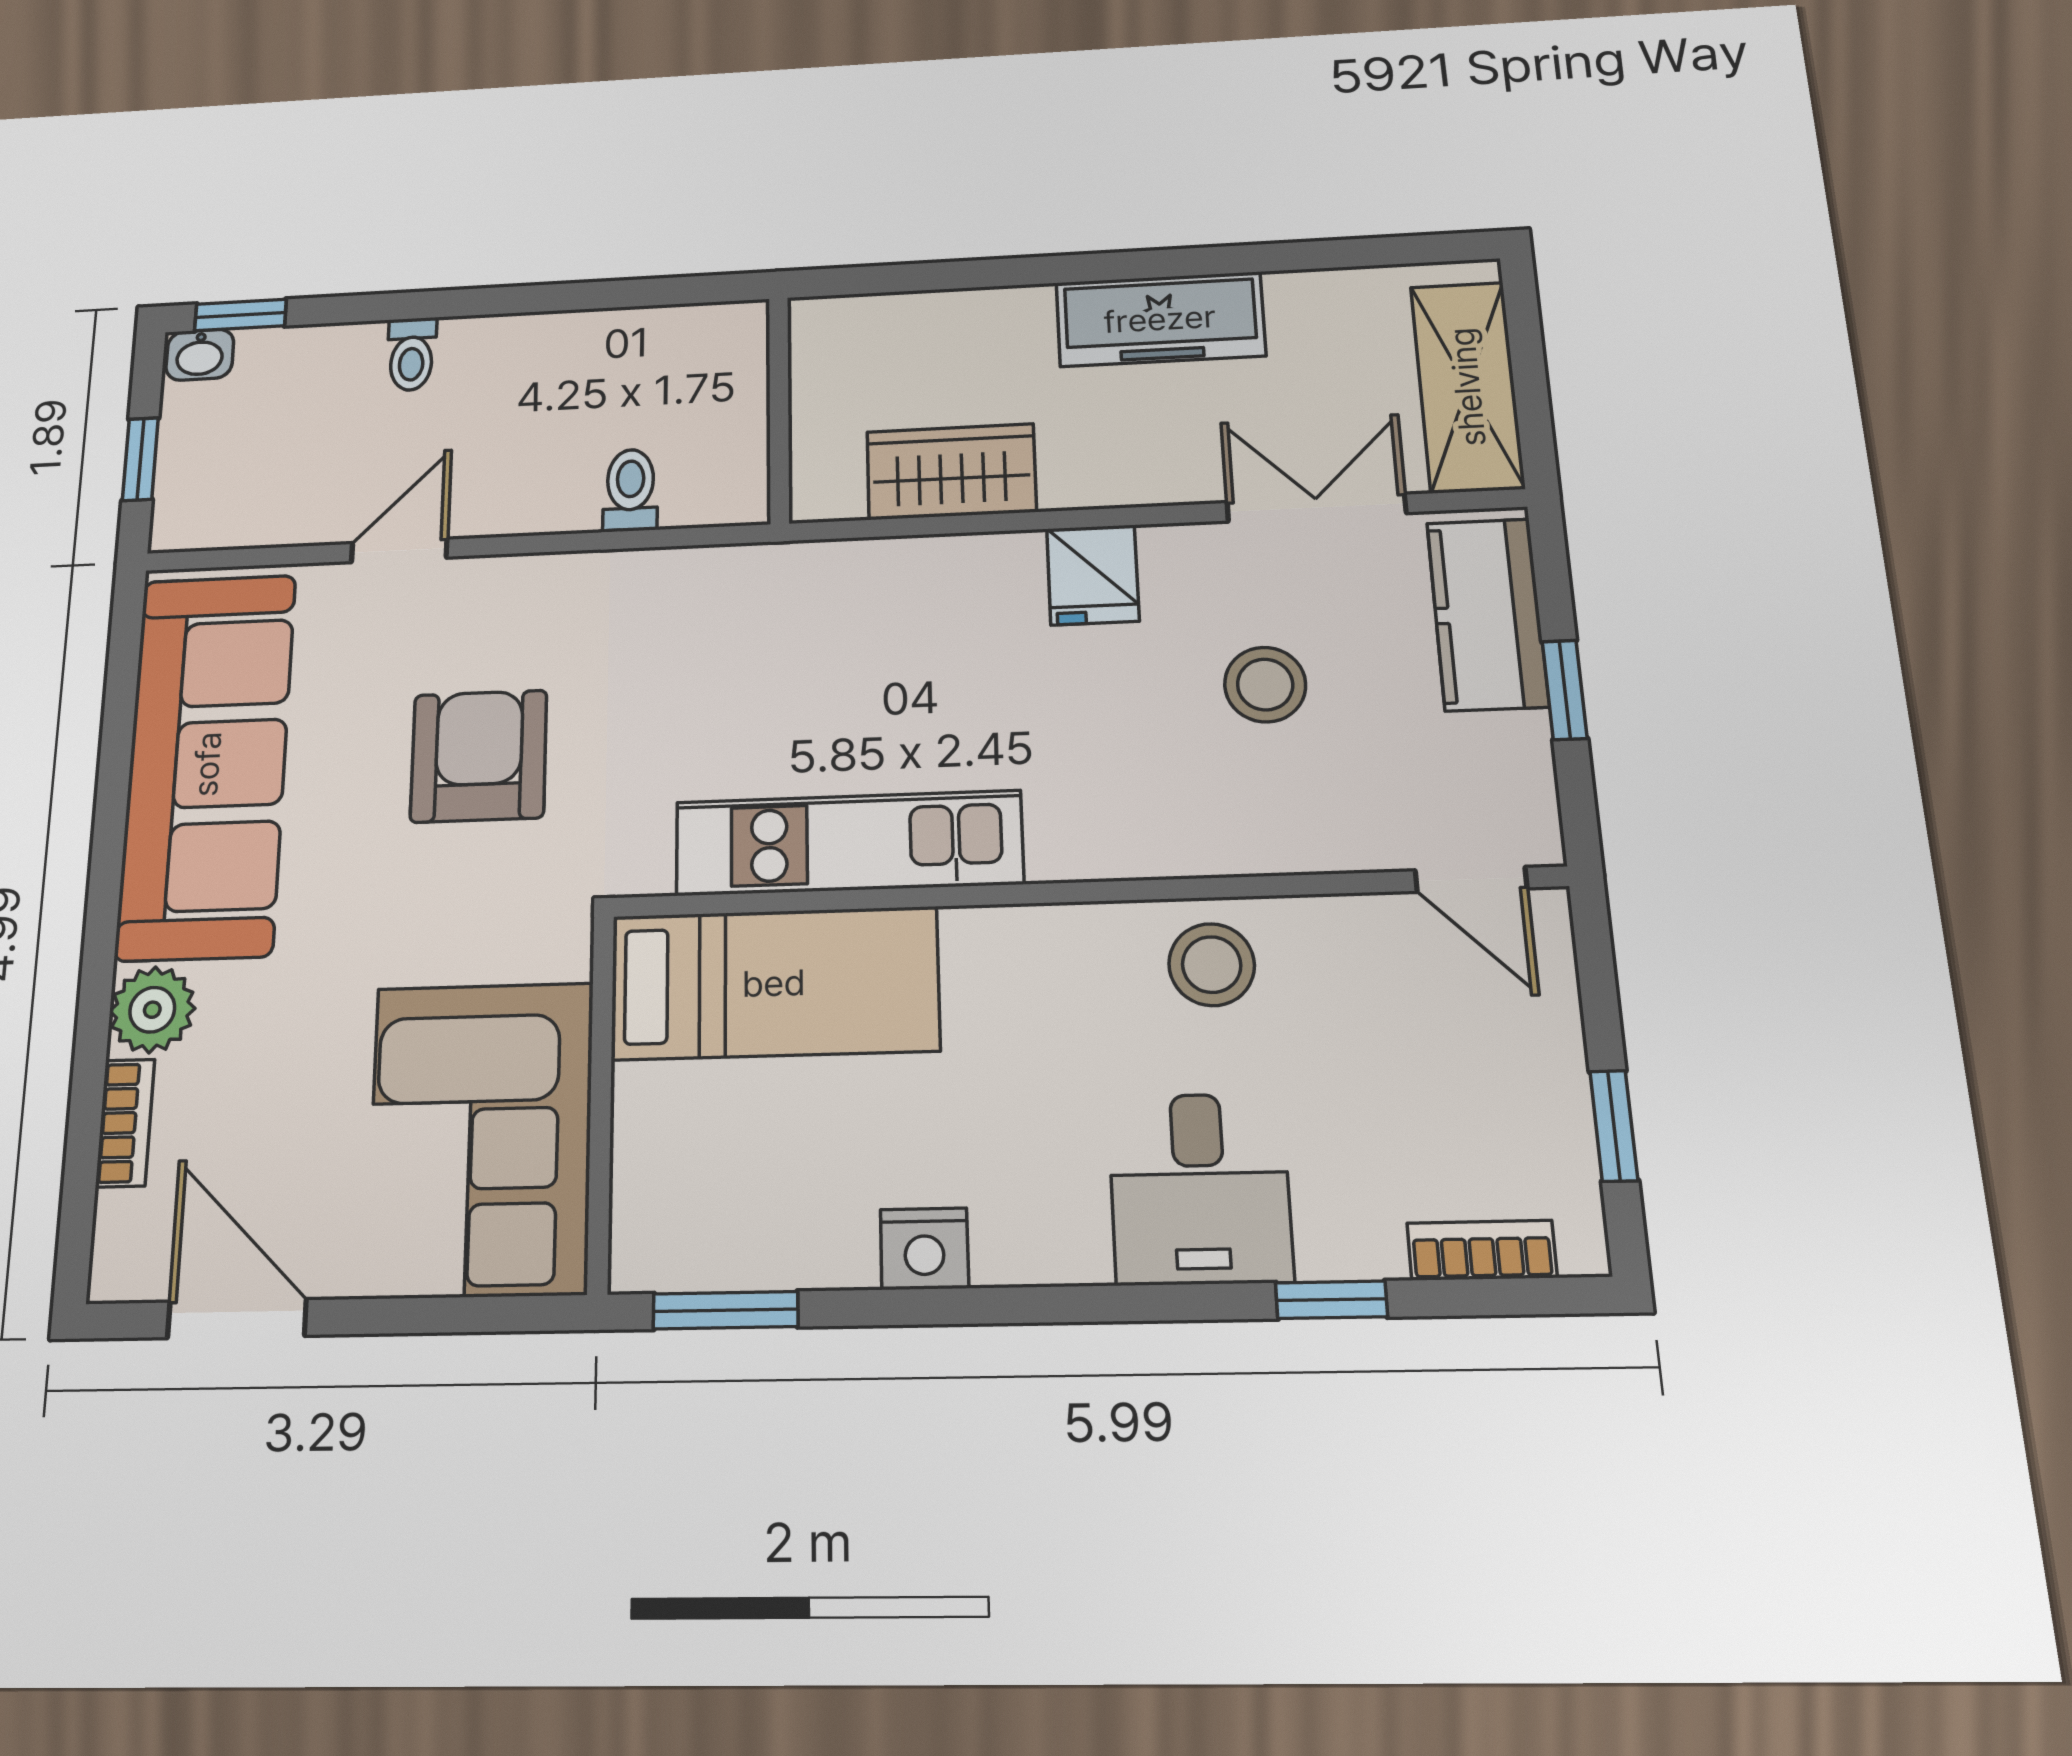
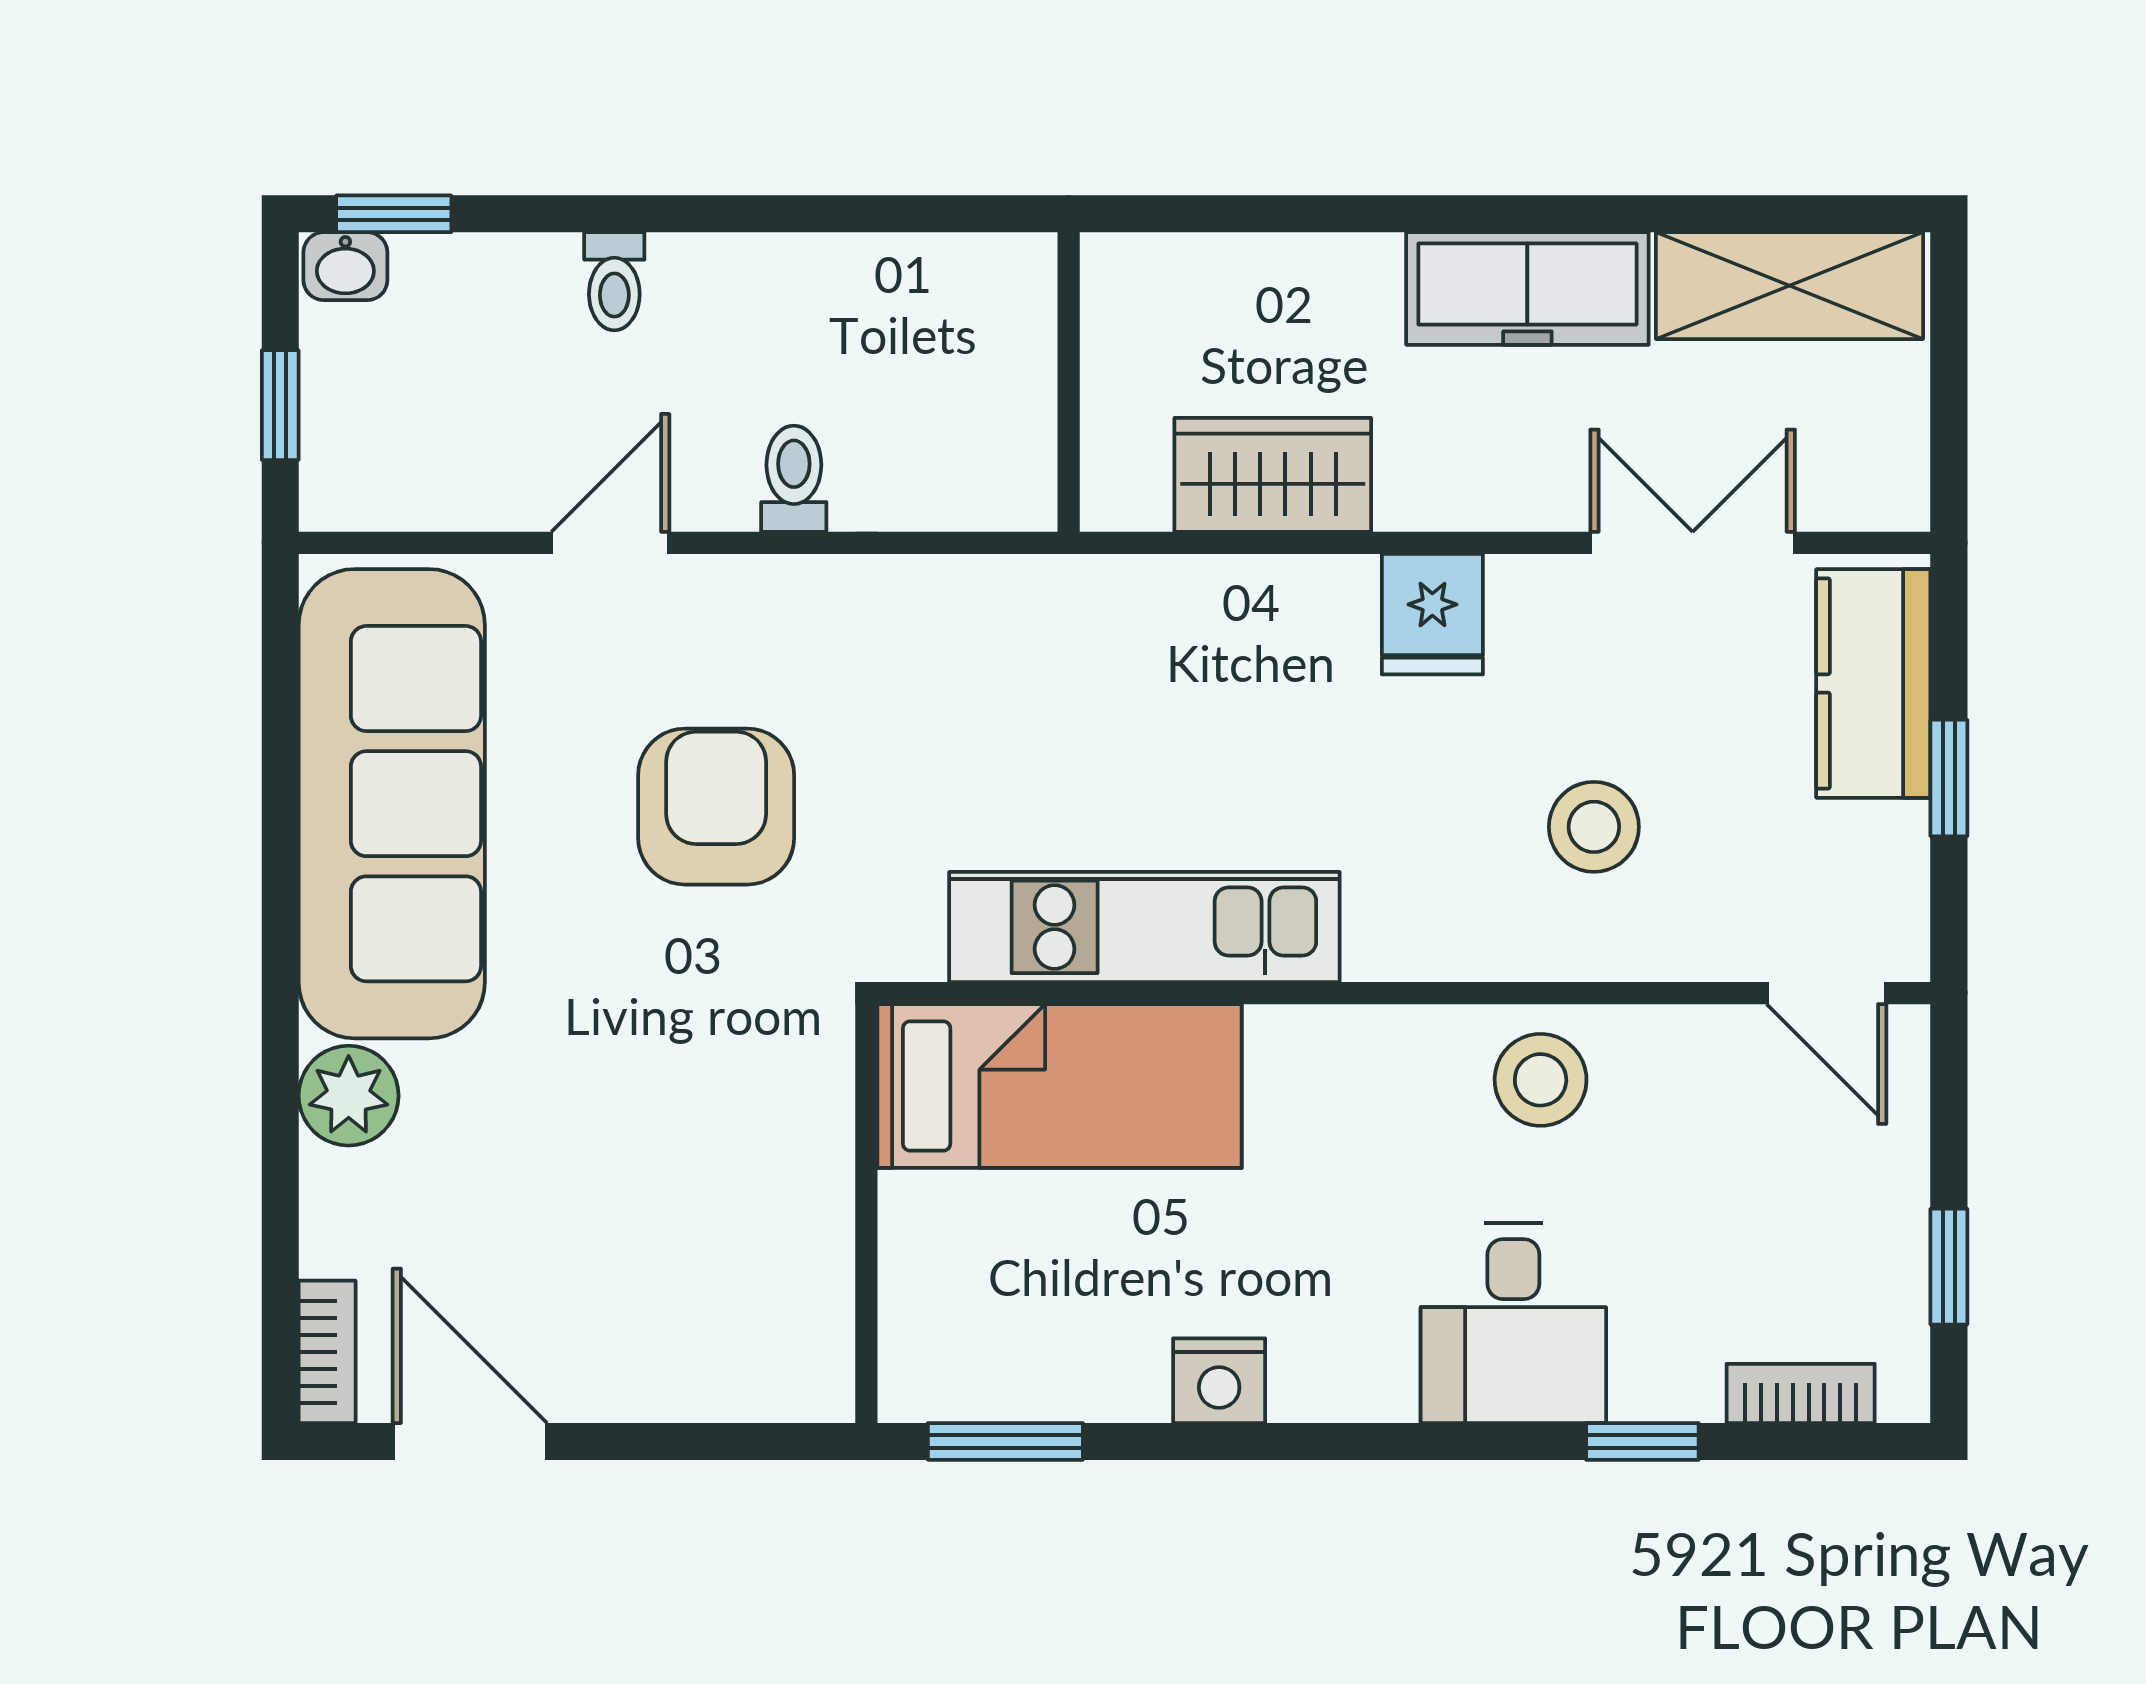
shelving: (1467, 387) -> (1790, 286), moved, turned 90
toilet: (630, 490) -> (794, 479), moved
stool: (1265, 685) -> (1594, 827), moved
bookcase: (125, 1123) -> (327, 1352), moved
corner sofa: (480, 1139) -> (733, 1251), removed

